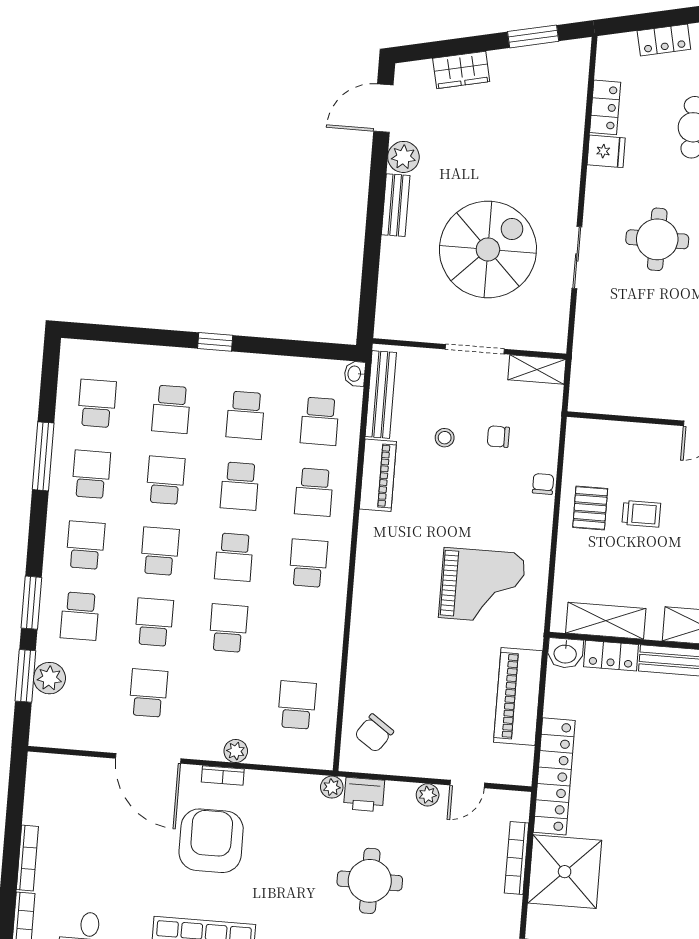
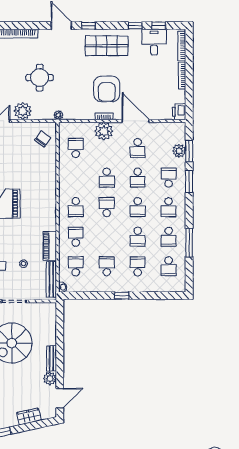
school desk: (240, 486) -> (107, 237), removed
school desk: (297, 705) -> (76, 148), turned 180
plant: (236, 751) -> (104, 131), width x1.88, depth x1.88
printer: (364, 795) -> (179, 112), moved, turned -90
plant: (428, 795) -> (23, 111), width x1.87, depth x1.87

